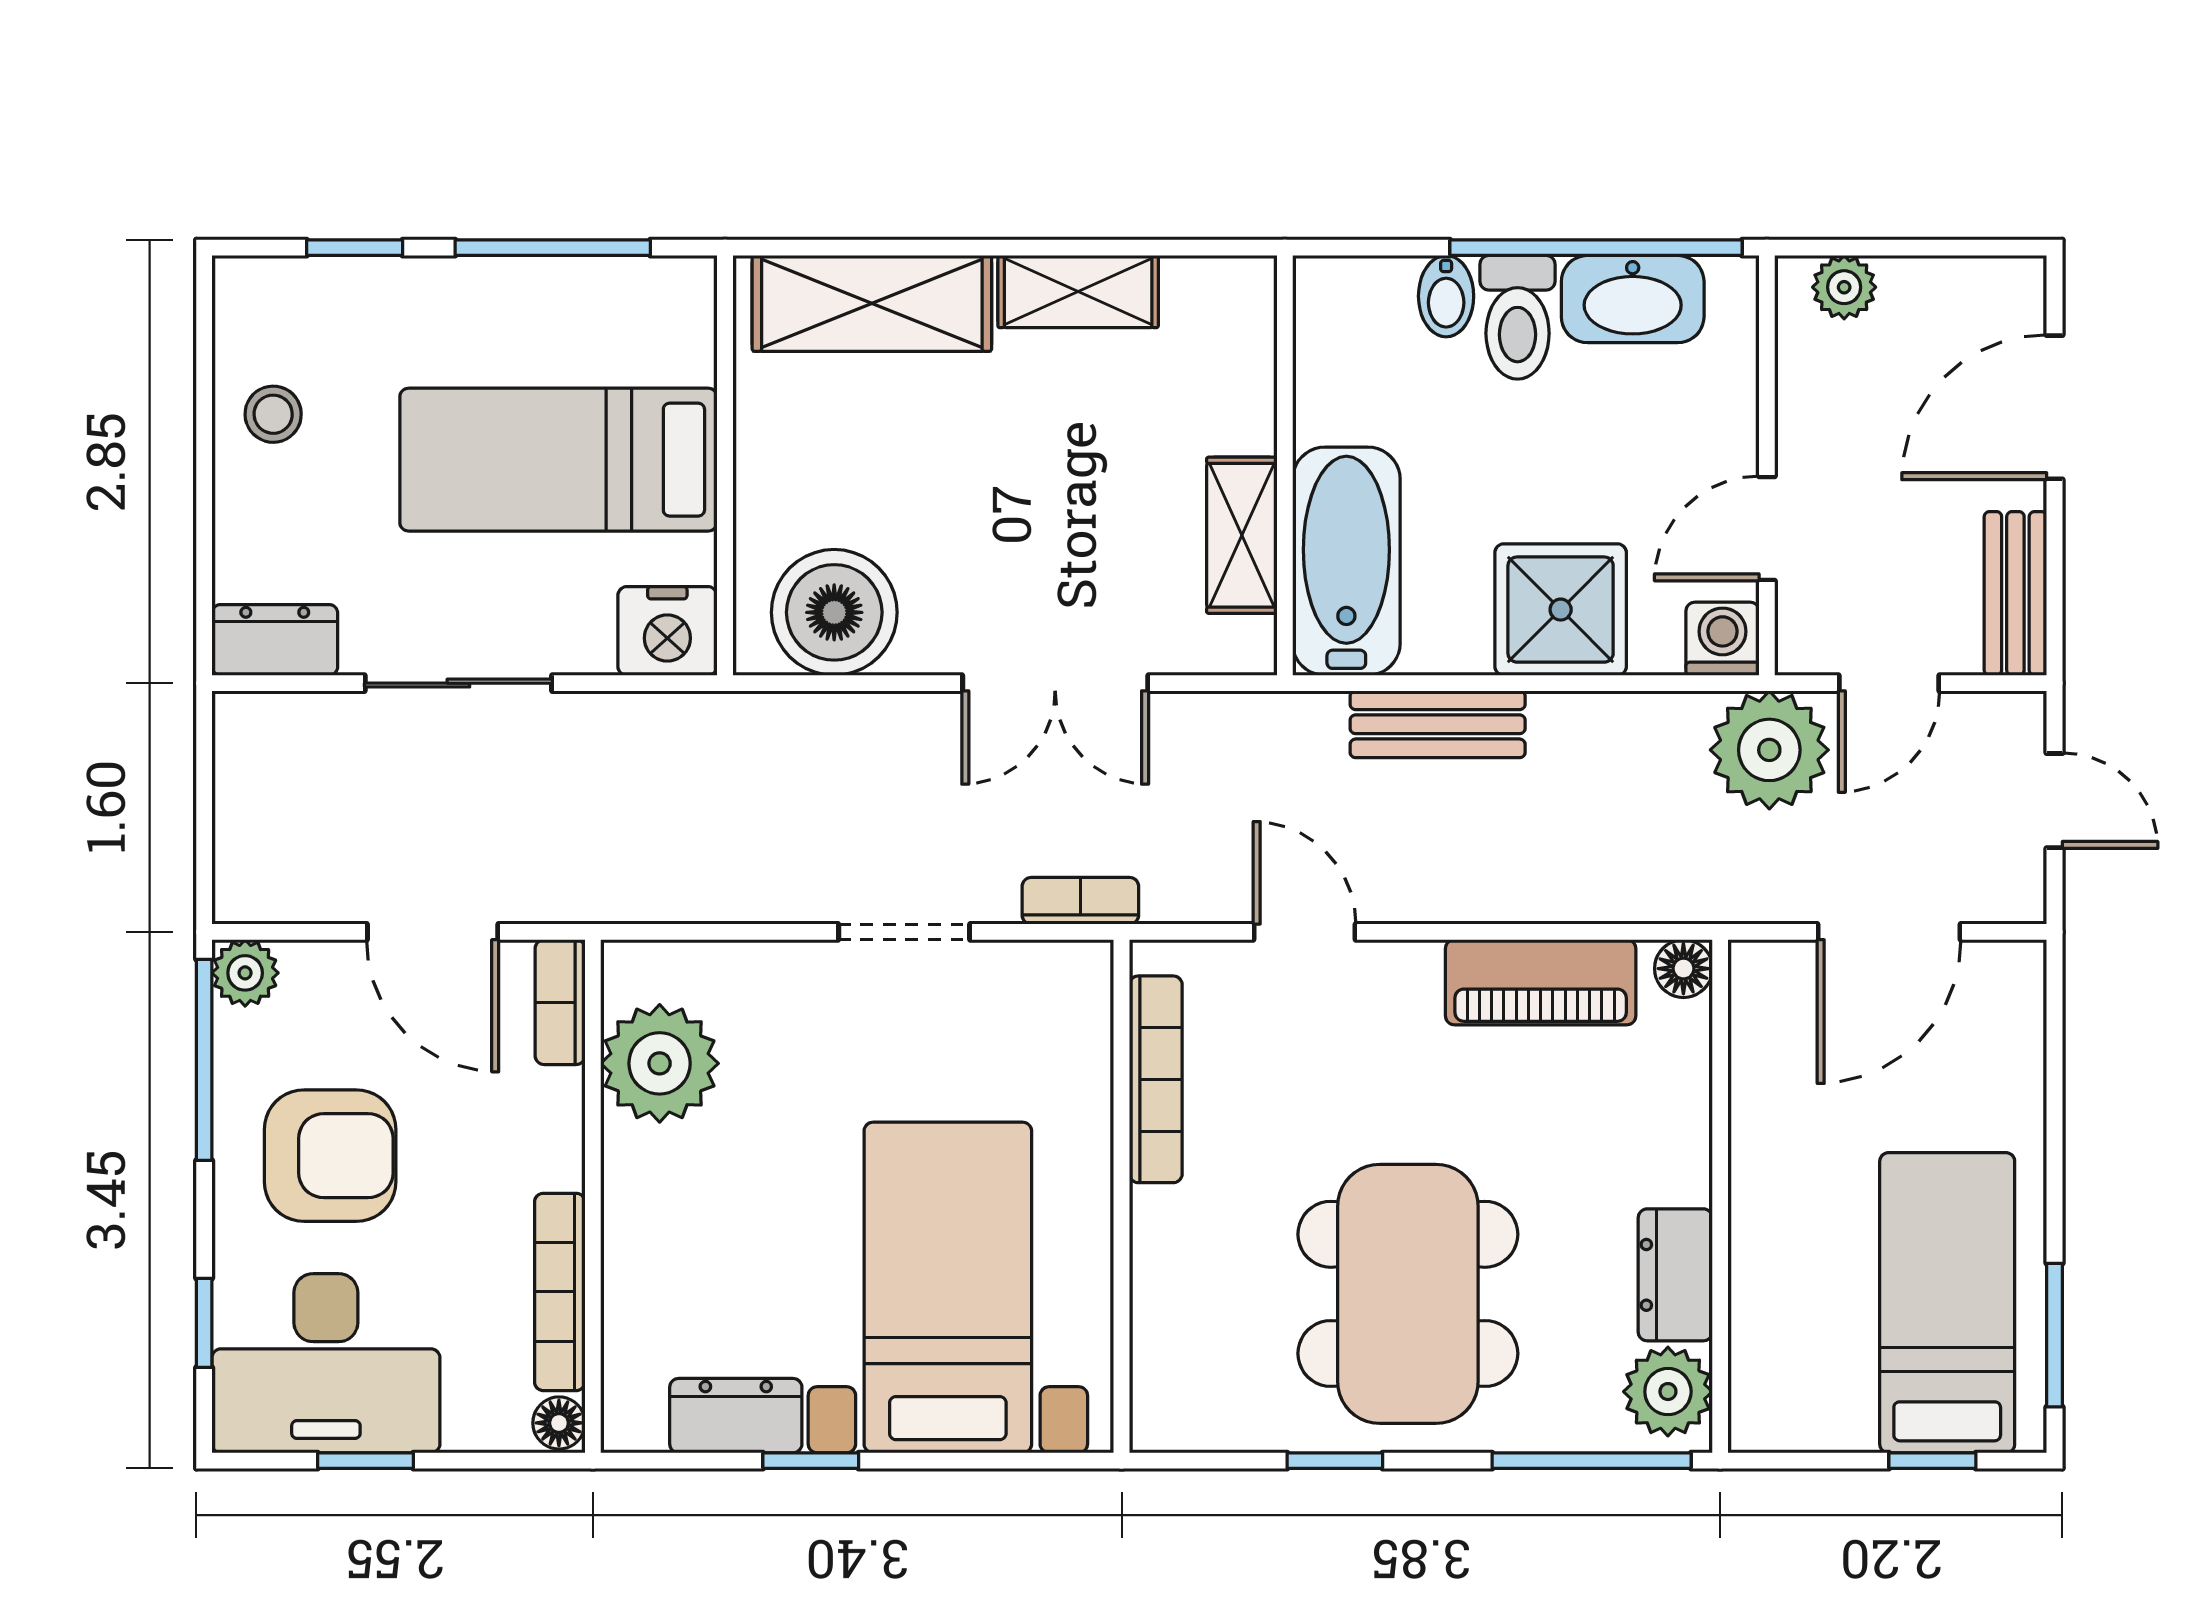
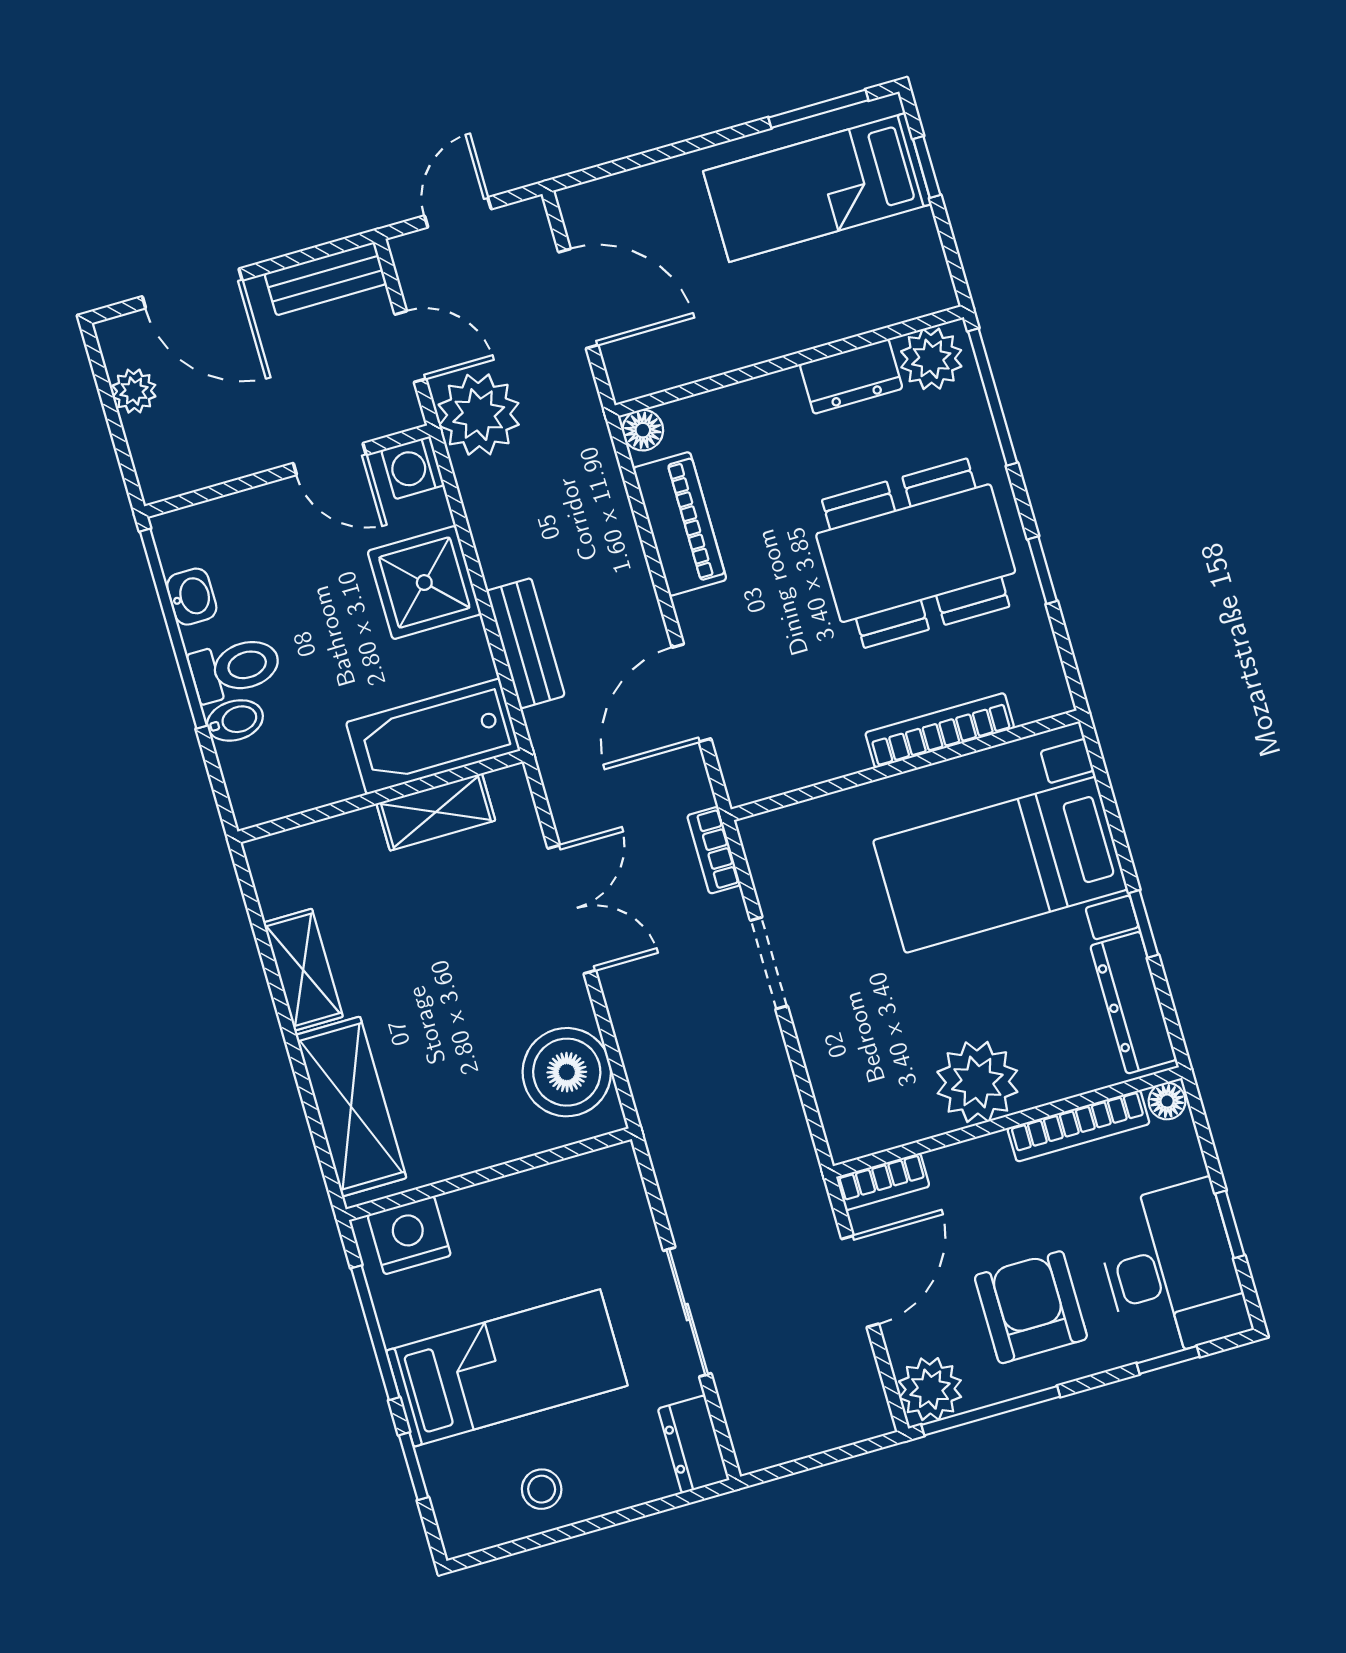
plant: (1844, 287) -> (134, 391), moved
washbasin: (1633, 299) -> (192, 597), width x0.52, depth x0.69
bed: (558, 460) -> (507, 1368), moved, turned -90
nightstand: (667, 631) -> (409, 1235), moved, turned -90
door: (1304, 932) -> (691, 693), width x1.38
plant: (245, 973) -> (930, 1389), width x1.38, depth x1.38
plant: (660, 1063) -> (977, 1082), moved
bookcase: (1156, 1079) -> (940, 730), moved
dresser: (736, 1416) -> (1133, 1003), width x1.44

